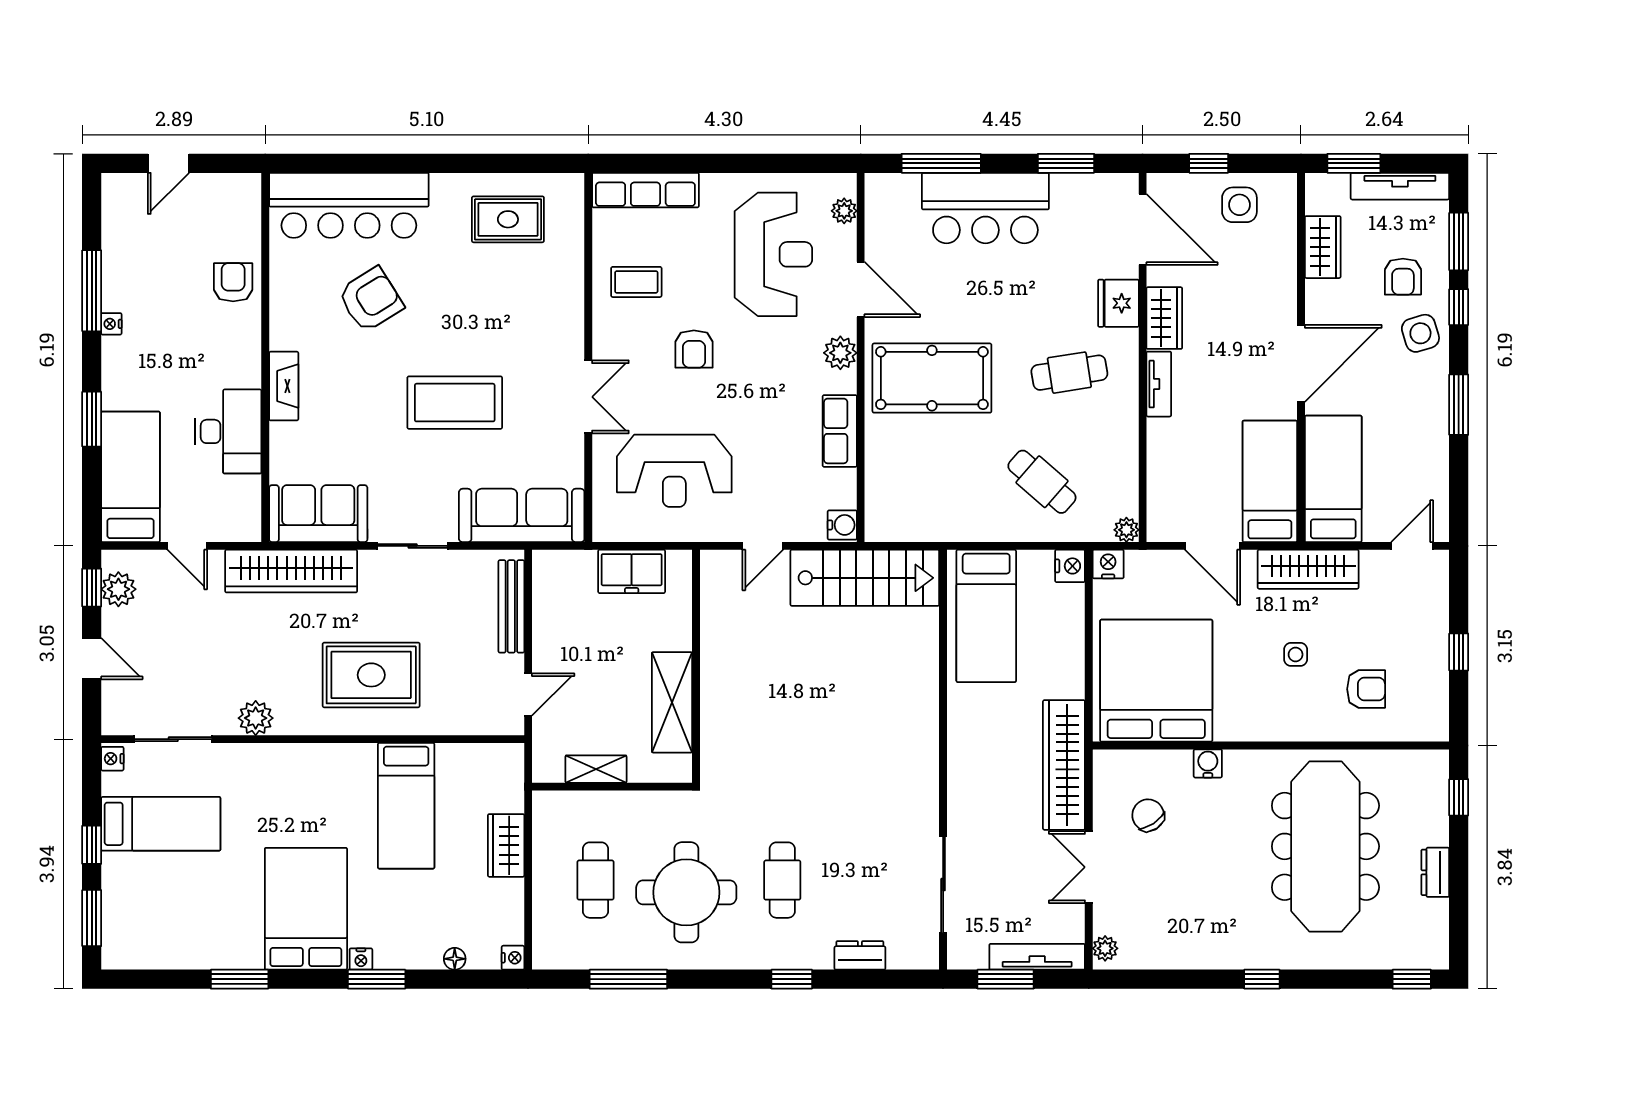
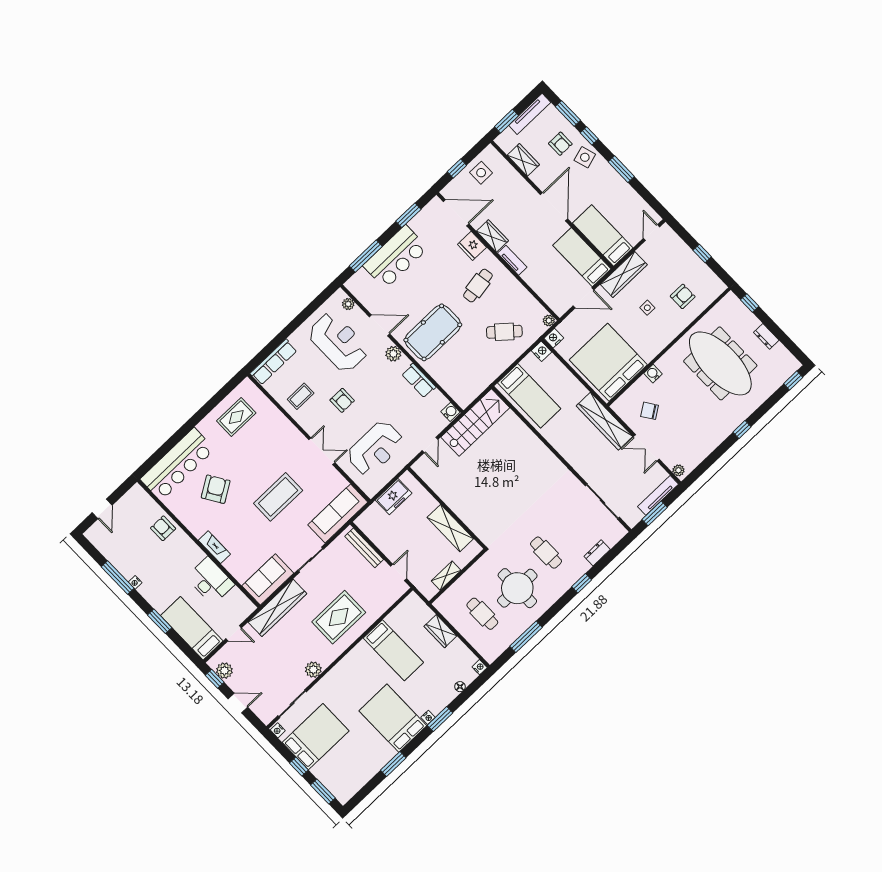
bed: (161, 824) -> (316, 737), width x1.50

